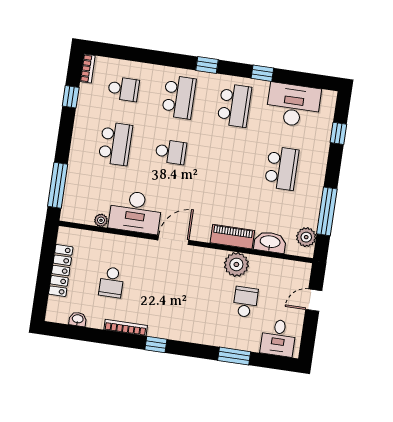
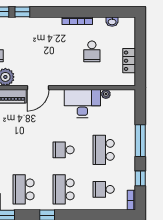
window: (58, 185) -> (140, 141), moved
door: (173, 240) -> (38, 88), moved
locker: (61, 271) -> (129, 61), width x0.66
school desk: (112, 282) -> (92, 51), turned 180
window: (156, 344) -> (22, 12), moved

